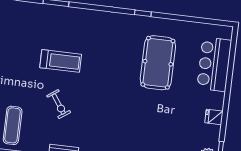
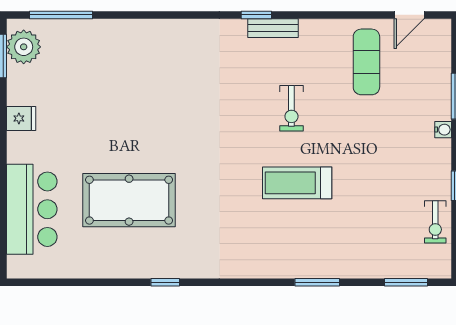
pool table: (158, 63) -> (129, 200), turned 90
exercise bike: (59, 104) -> (291, 108), turned -145

